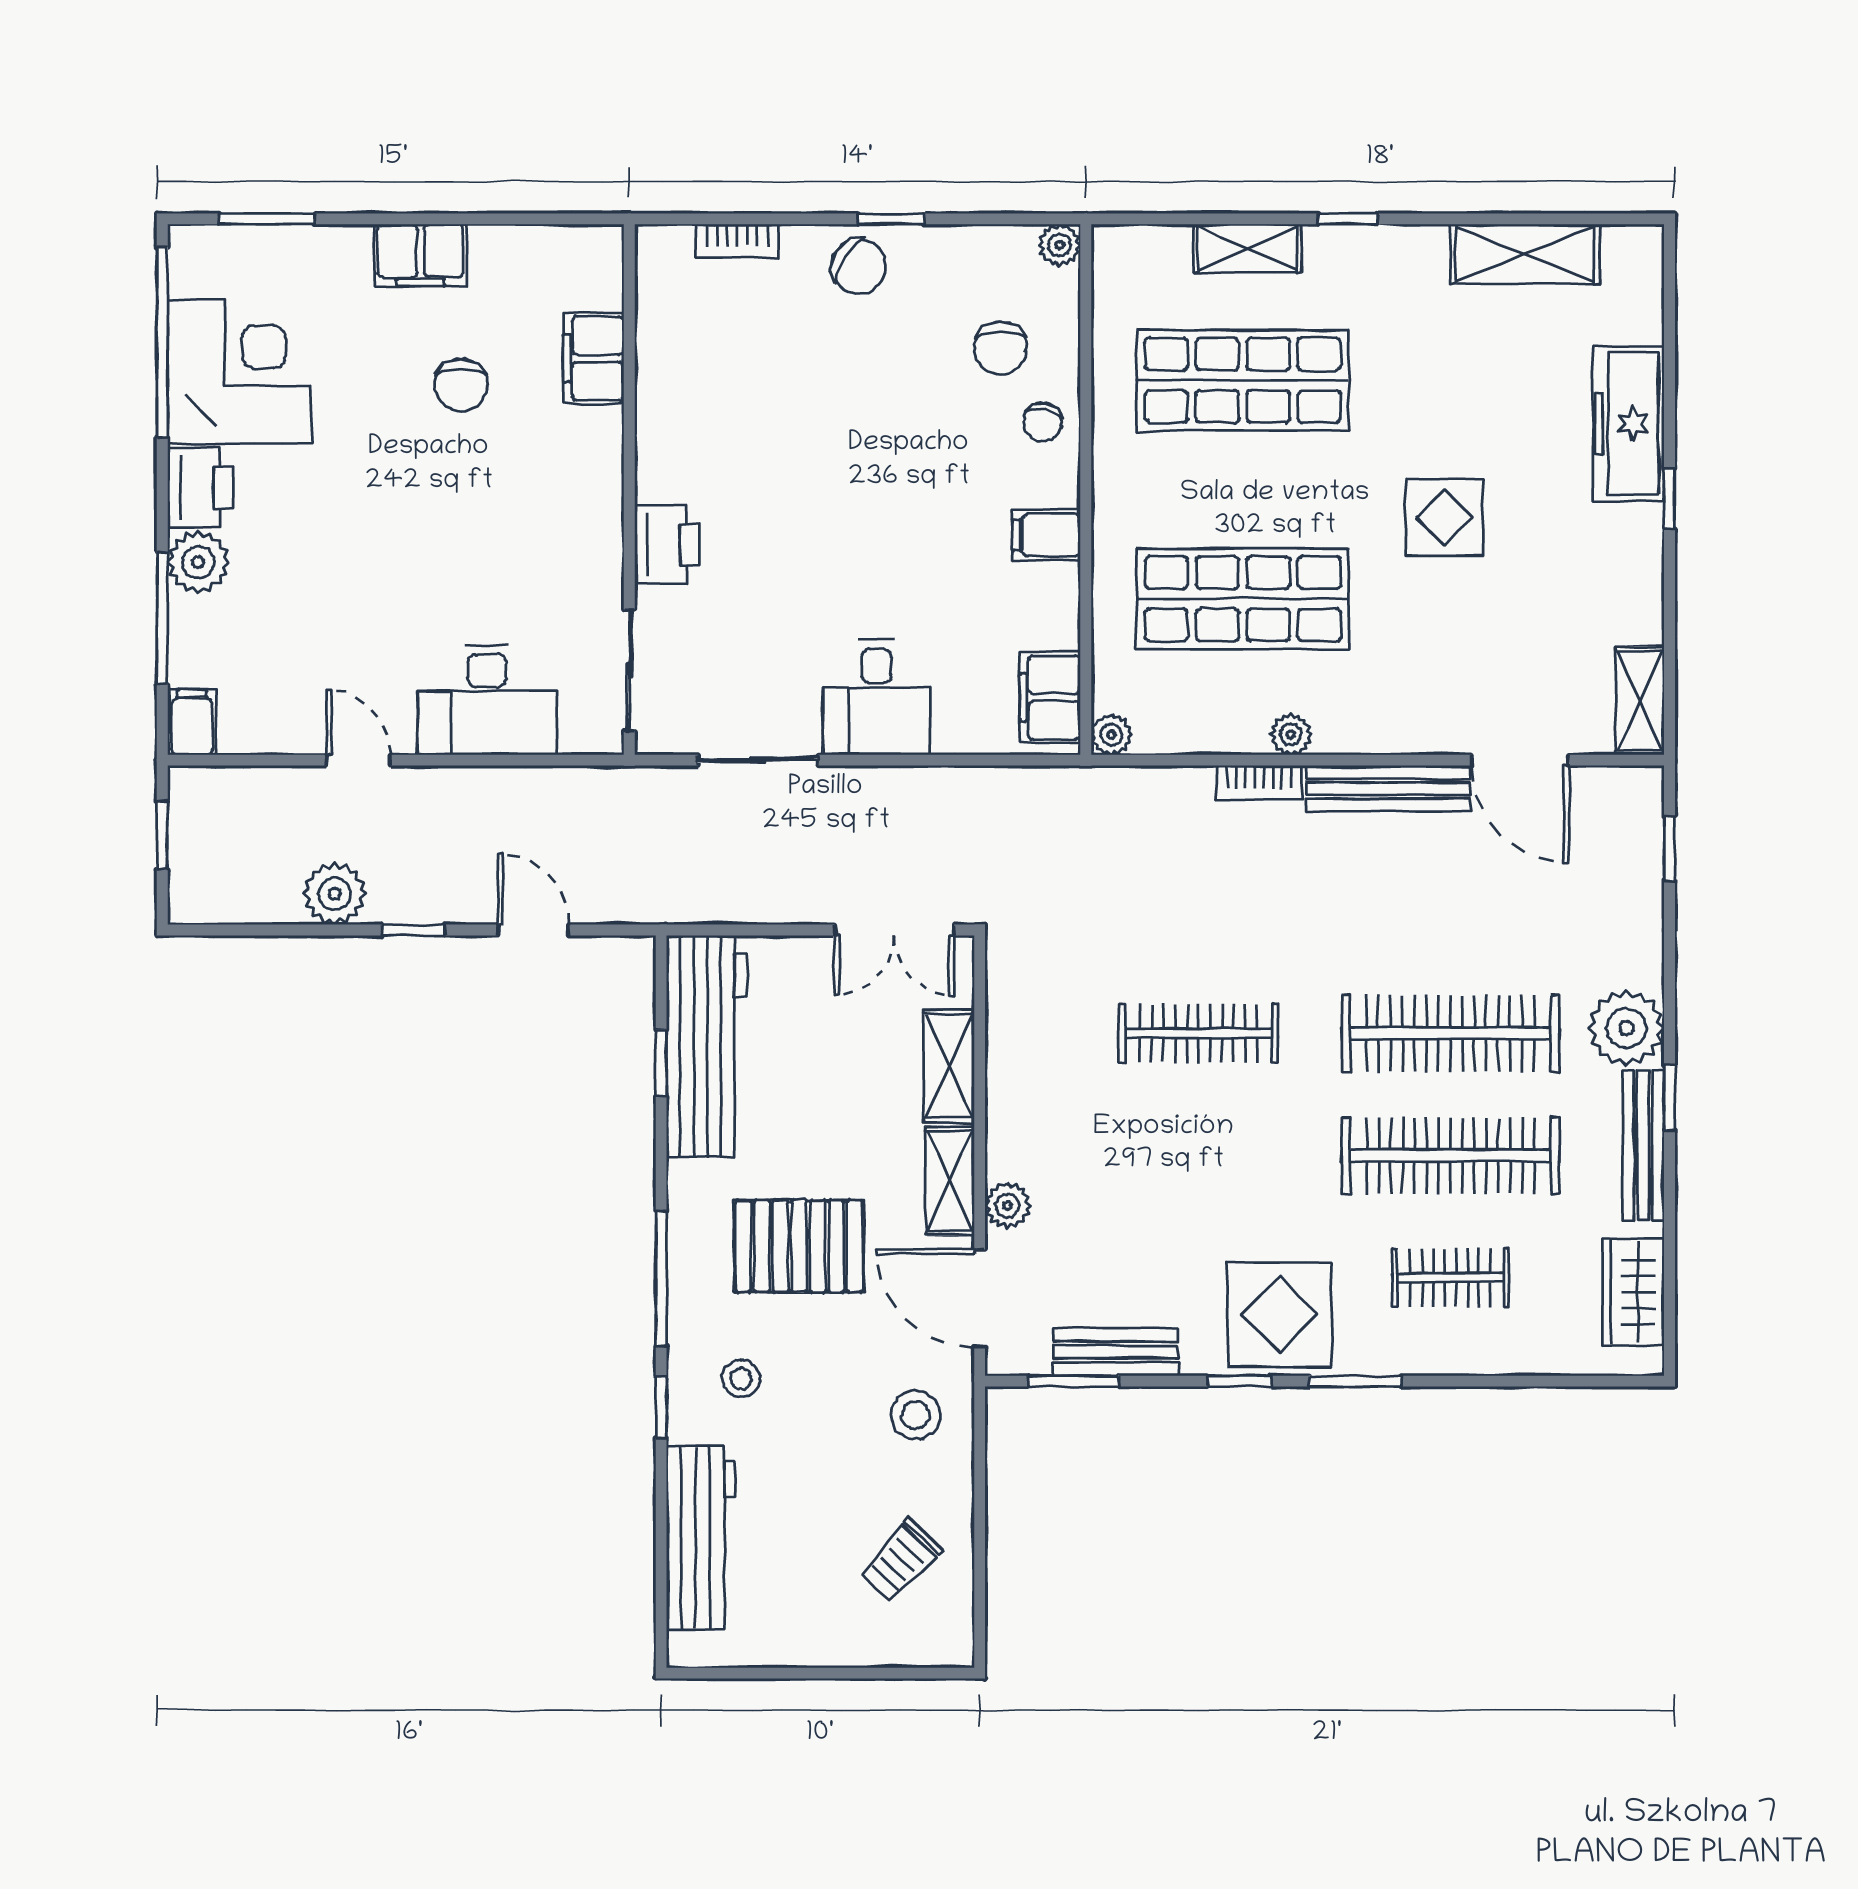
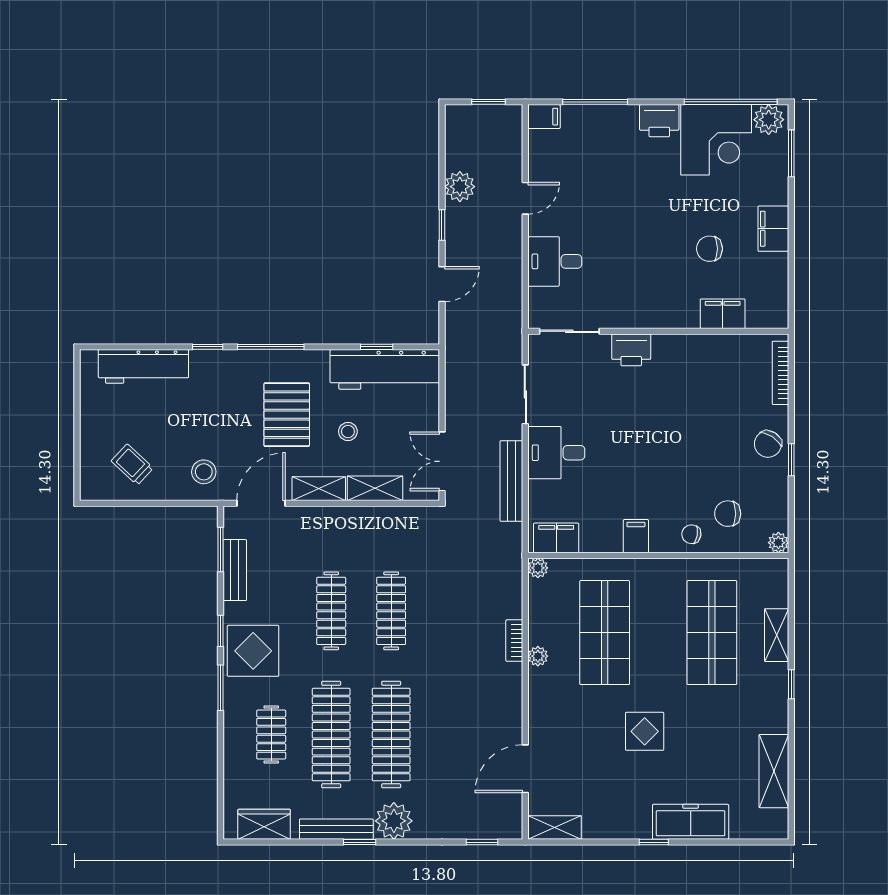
bookcase: (737, 241) -> (780, 373), width x1.56
plant: (198, 562) -> (769, 120), moved
desk: (487, 700) -> (555, 261), width x0.73
bench: (1388, 789) -> (511, 481), moved
clothes rail: (1199, 1156) -> (331, 611), added
plant: (1007, 1205) -> (307, 517), removed
stool: (741, 1379) -> (348, 431), moved

